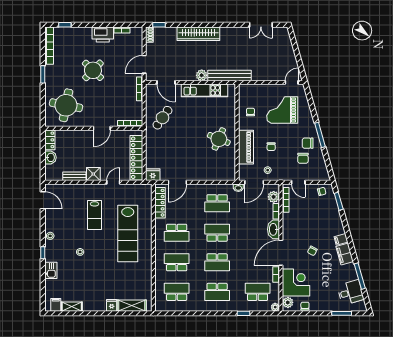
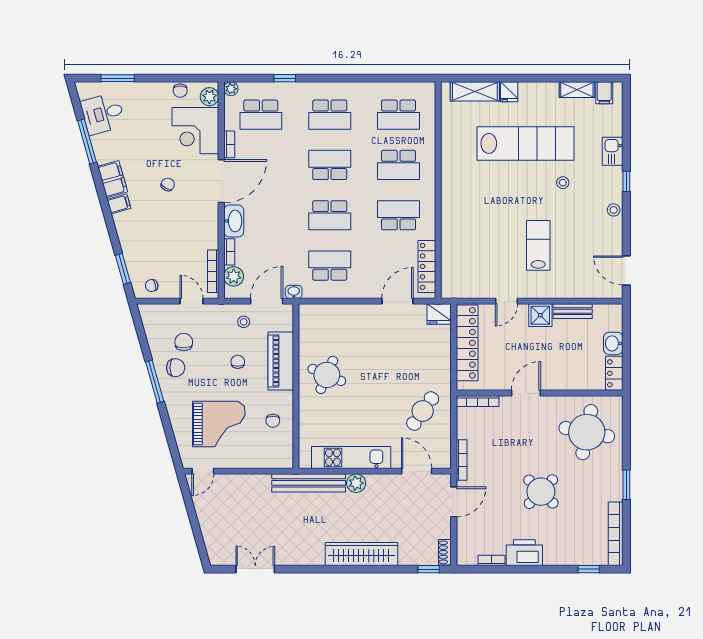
lab bench: (128, 234) -> (525, 143), moved, turned 90
school desk: (217, 292) -> (330, 115), turned 180

